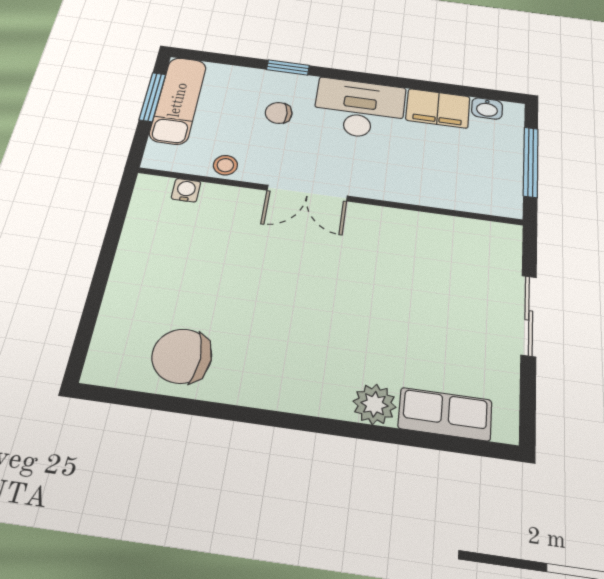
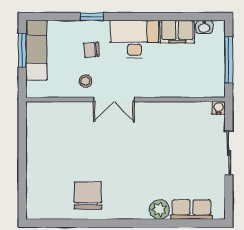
stool: (225, 165) -> (85, 81), moved
water cooler: (186, 190) -> (219, 108), moved
chair: (182, 356) -> (88, 195), moved, turned 90

